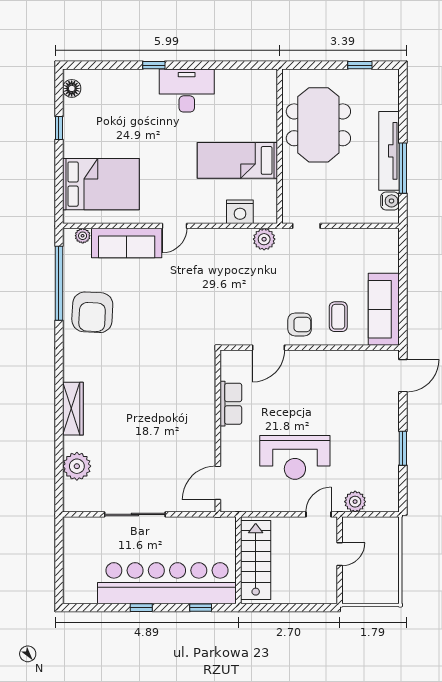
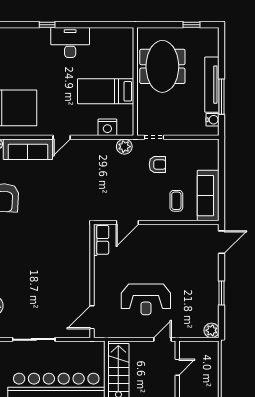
armchair: (300, 324) -> (157, 164), moved
row of seats: (231, 404) -> (101, 240), moved
plant: (355, 502) -> (212, 330), moved

